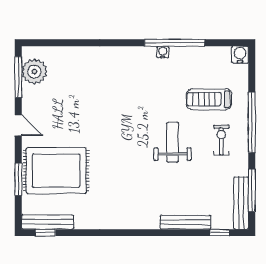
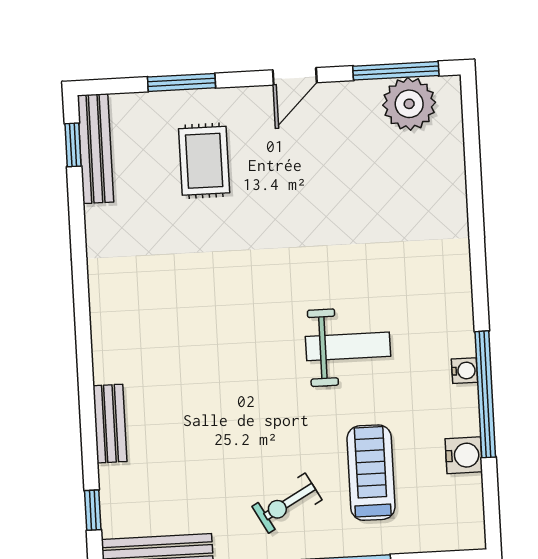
water cooler: (240, 55) -> (464, 455), moved
exercise bike: (221, 140) -> (287, 503), turned 151
weight bench: (173, 142) -> (348, 346), moved
rug: (56, 171) -> (204, 161), width x0.54, depth x0.49
bench: (186, 222) -> (110, 424), width x0.73

